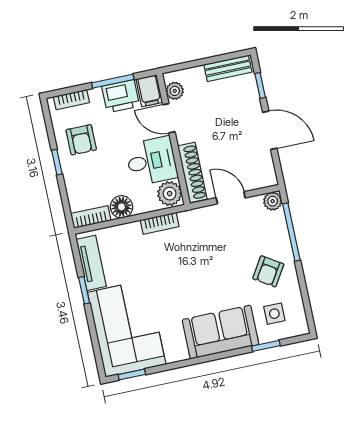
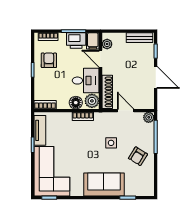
armchair: (81, 140) -> (49, 60), turned 180
floor lamp: (121, 207) -> (76, 103), moved
side table: (274, 314) -> (111, 143), moved

